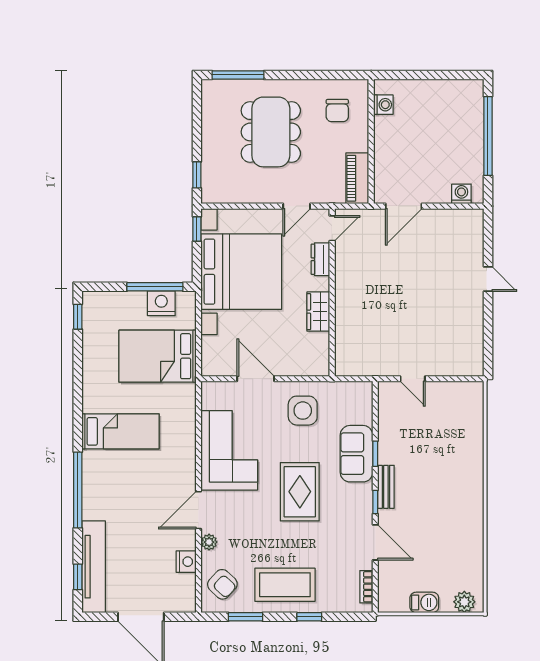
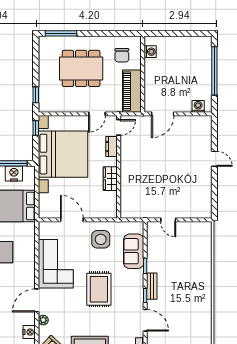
dining table: (271, 132) -> (81, 68), turned 90
piano: (357, 178) -> (132, 91), width x1.37, depth x1.33
sofa: (356, 454) -> (134, 251), moved

